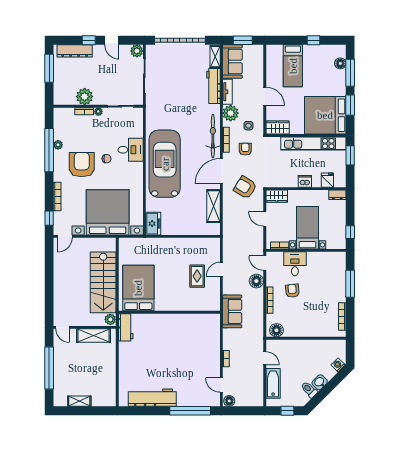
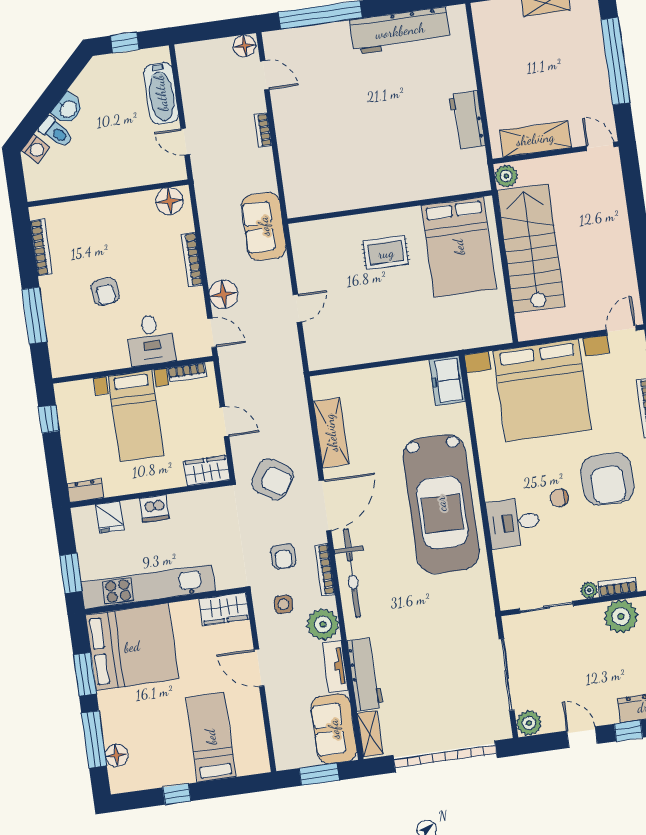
rug: (197, 276) -> (386, 253), moved, turned 90
armchair: (292, 291) -> (105, 291), moved
workbench: (126, 327) -> (467, 120), moved
toilet: (309, 390) -> (56, 132), moved

